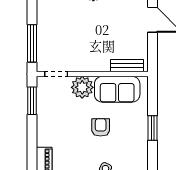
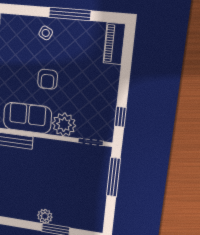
window: (32, 101) -> (120, 117), width x0.67

